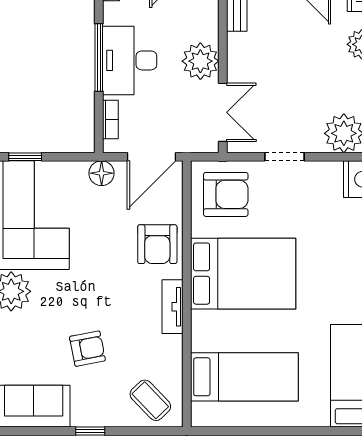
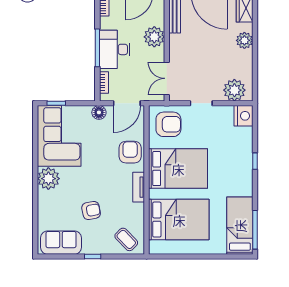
plant: (200, 61) -> (154, 37), moved
double door: (223, 112) -> (167, 78), swing flipped
armchair: (157, 244) -> (130, 152), turned 180
bed: (244, 377) -> (179, 220), width x1.50

